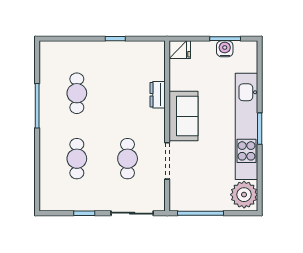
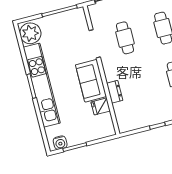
water cooler: (225, 49) -> (60, 143), moved
fridge: (180, 50) -> (101, 106), moved

